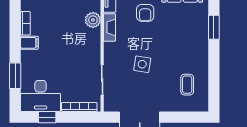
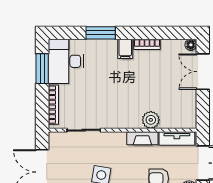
window: (15, 76) -> (101, 33), moved
window: (47, 117) -> (42, 69), width x1.50

